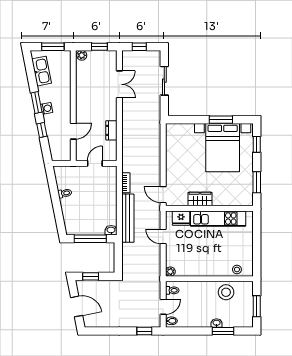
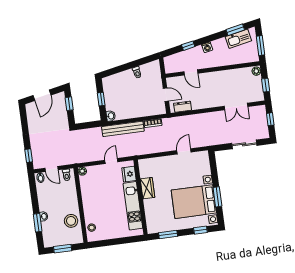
window: (37, 102) -> (235, 30), moved
dresser: (111, 130) -> (183, 107), moved
door: (163, 195) -> (184, 151), moved
window: (90, 239) -> (101, 99), width x0.46

